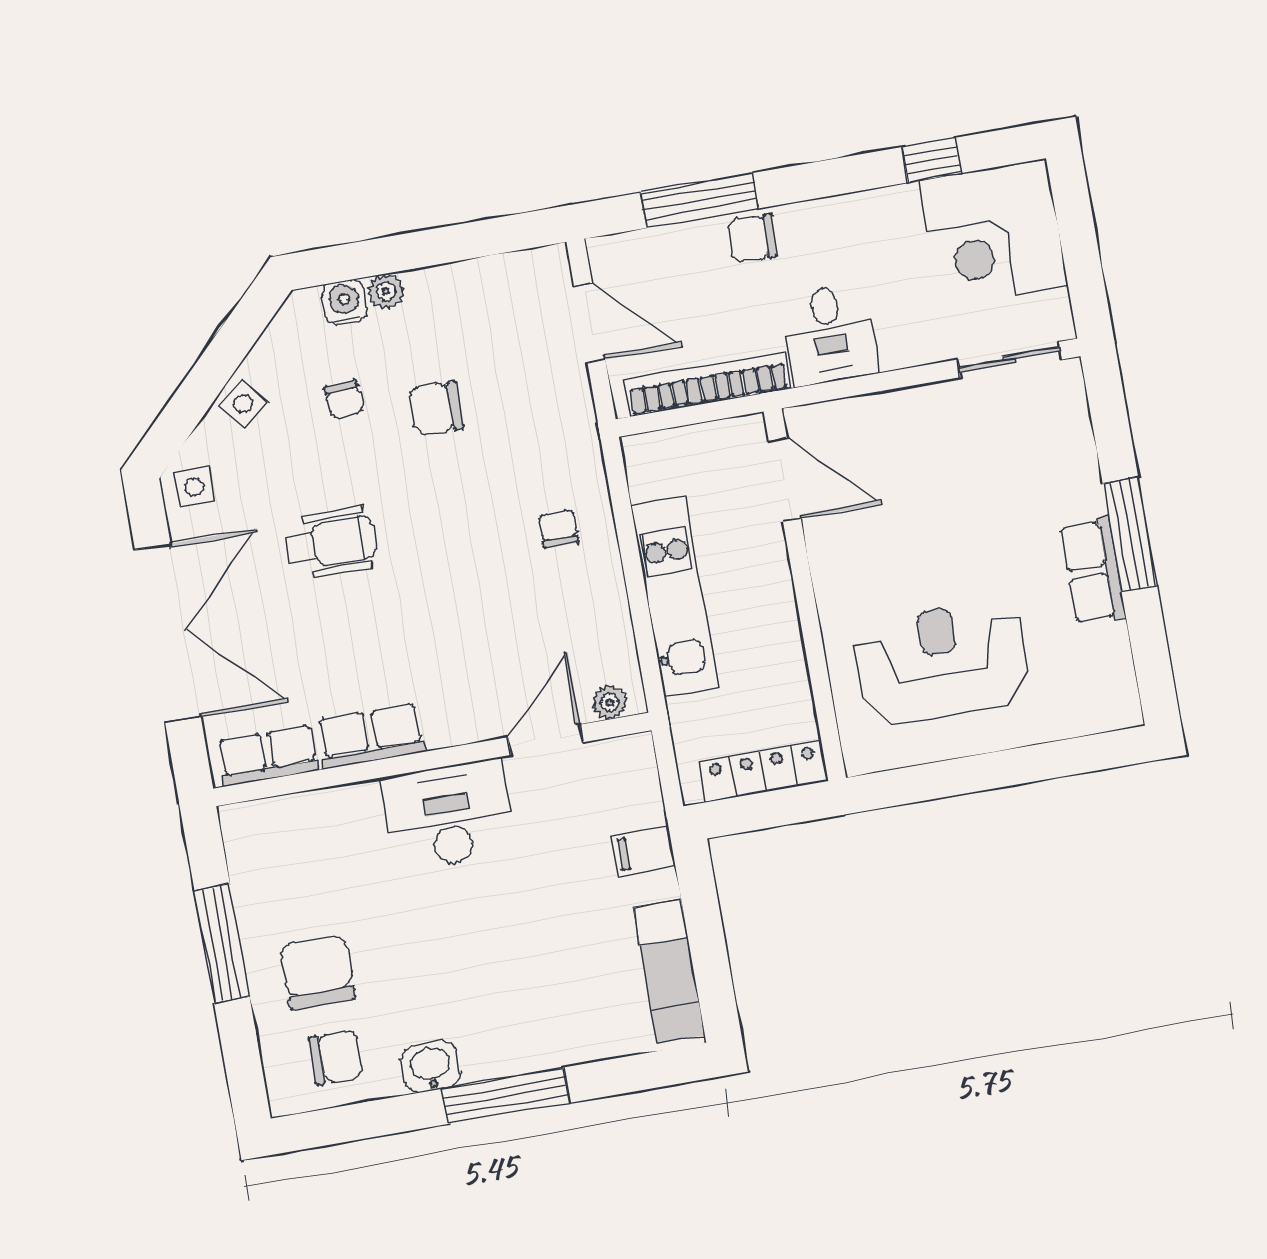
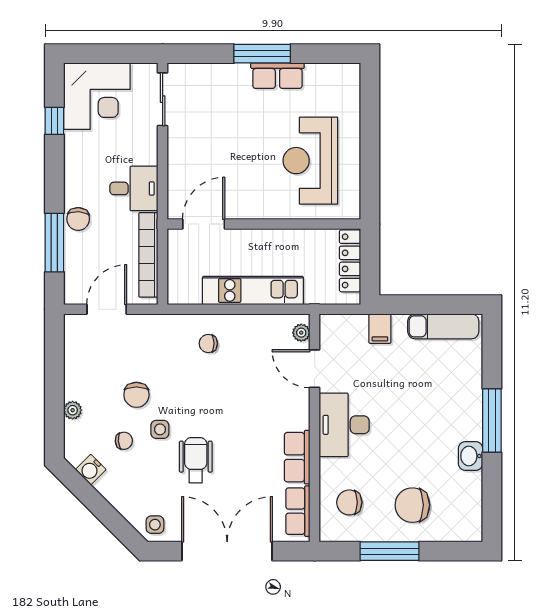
water cooler: (344, 302) -> (91, 470), moved, turned -45
side table: (243, 404) -> (160, 429), moved, turned 37
chair: (336, 1057) -> (349, 502), moved, turned -90

